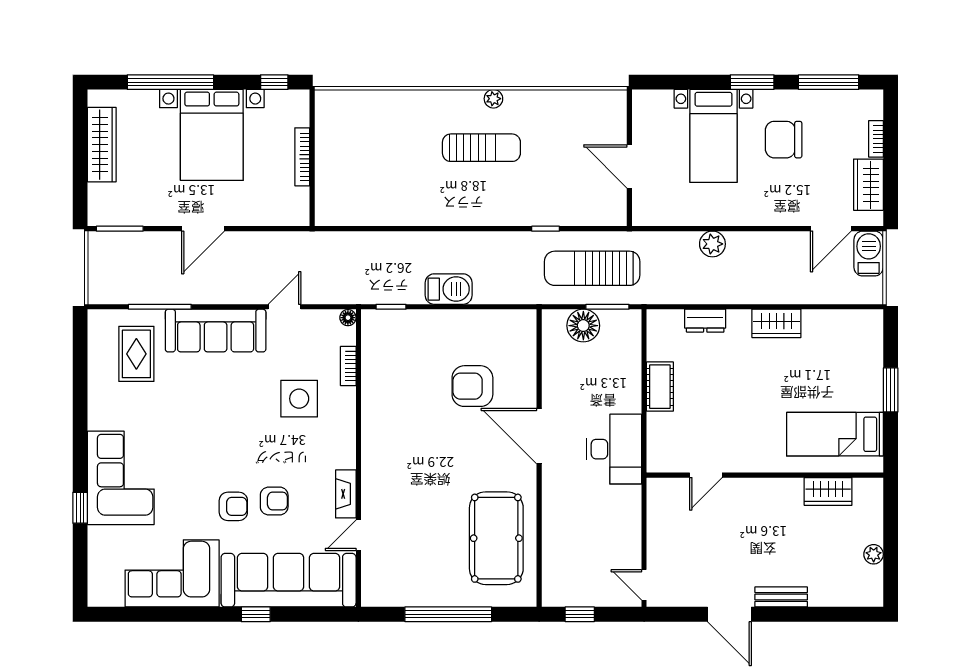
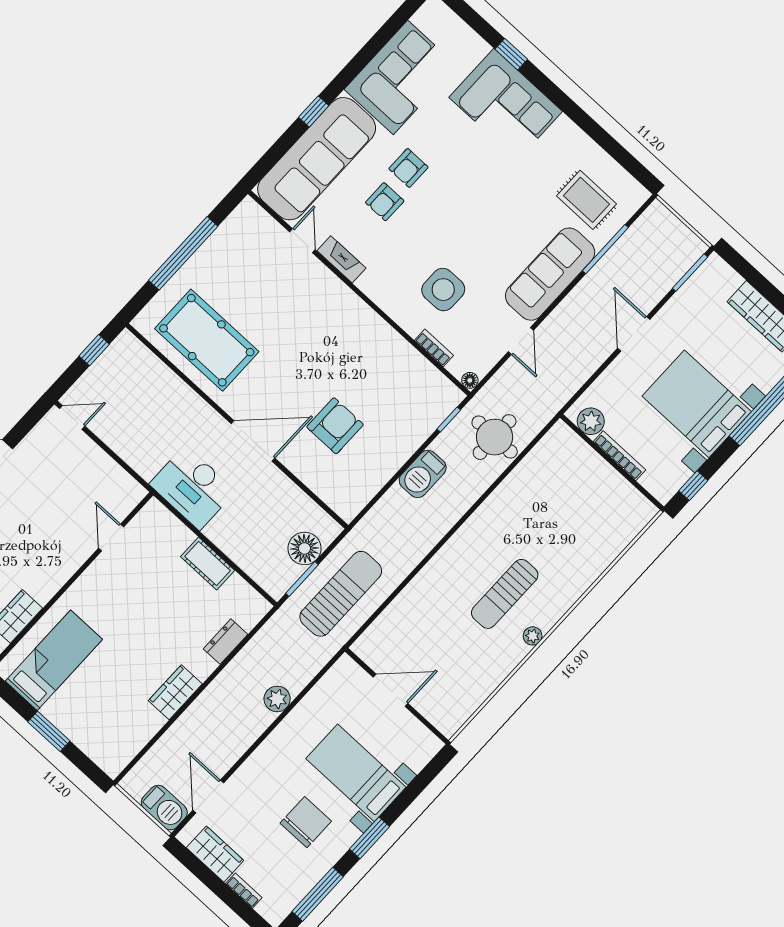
plant: (296, 201) -> (591, 421), added
window: (546, 229) -> (402, 586), removed
round table: (373, 261) -> (495, 437), added

